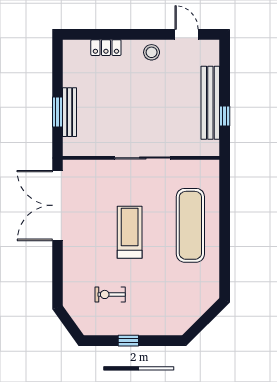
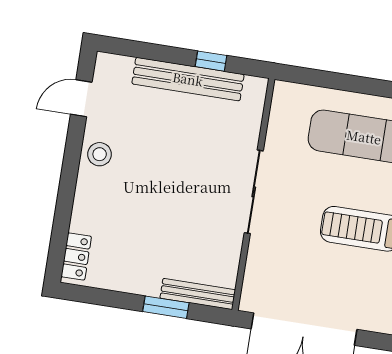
locker: (106, 48) -> (76, 256), moved
bench: (70, 112) -> (198, 294), moved

